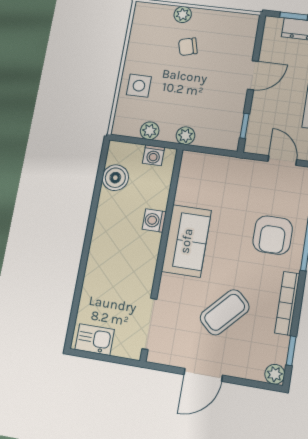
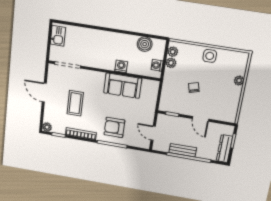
chair: (188, 47) -> (194, 88), moved
side table: (139, 86) -> (210, 56), moved
plant: (185, 136) -> (173, 52), moved
door: (282, 161) -> (153, 133), swing flipped
sofa: (186, 241) -> (123, 86), moved
coffee table: (225, 312) -> (75, 103), turned 47

